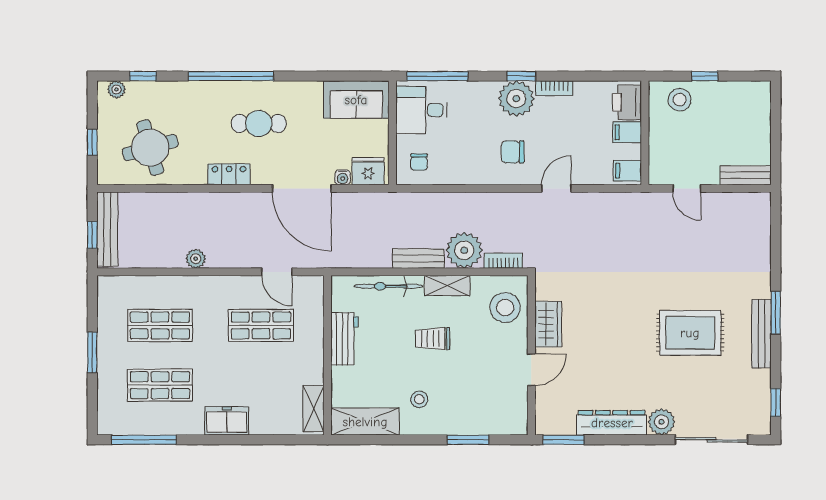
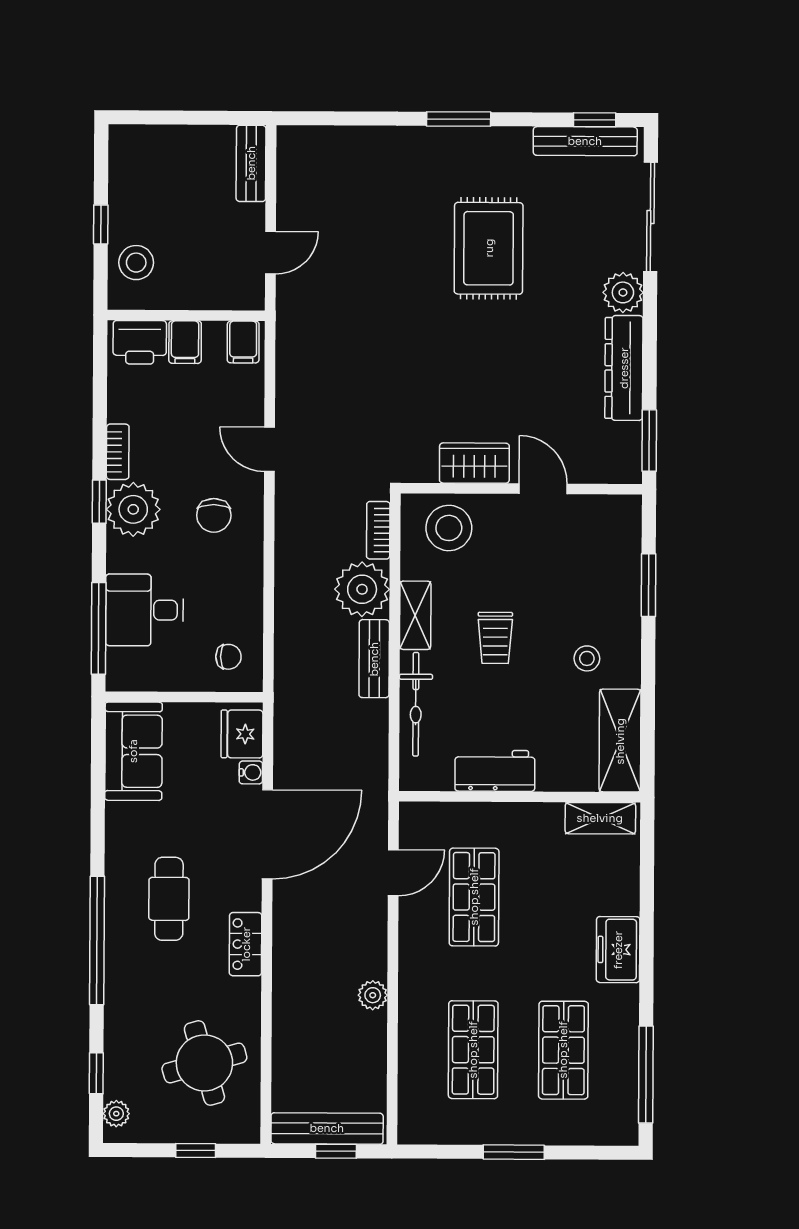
desk: (421, 110) -> (145, 610), moved, turned 90
bench: (761, 334) -> (585, 141), moved

